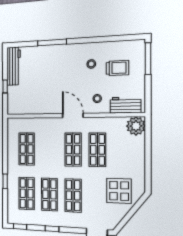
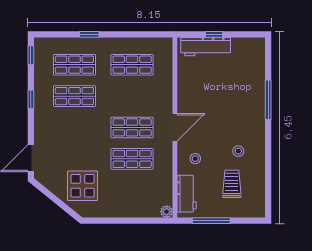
window: (148, 59) -> (211, 221), moved
workbench: (14, 66) -> (206, 47), moved
trolley: (117, 68) -> (232, 184), turned 180
plant: (136, 126) -> (167, 212), width x0.53, depth x0.53
shop shelf: (73, 195) -> (74, 127), removed

